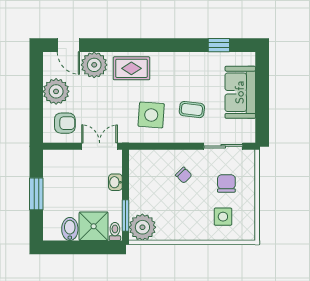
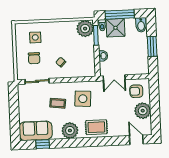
plant: (94, 65) -> (70, 131), moved
sofa: (240, 92) -> (36, 131), moved, turned -90
bidet: (70, 229) -> (141, 25), moved
window: (86, 247) -> (120, 14), added

